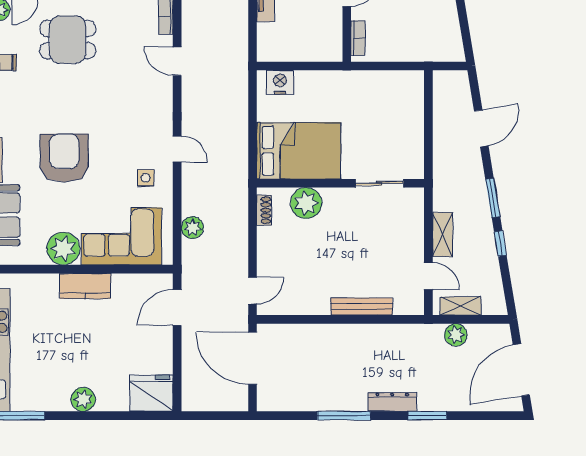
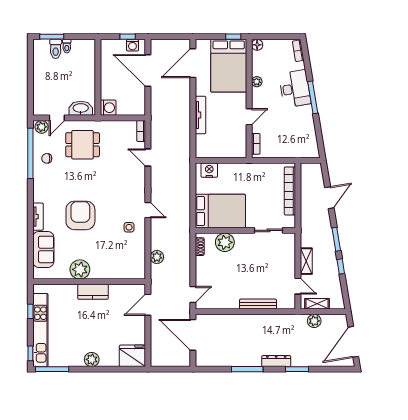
bookcase: (415, 117) -> (290, 191), added
corner sofa: (121, 236) -> (115, 262), removed

